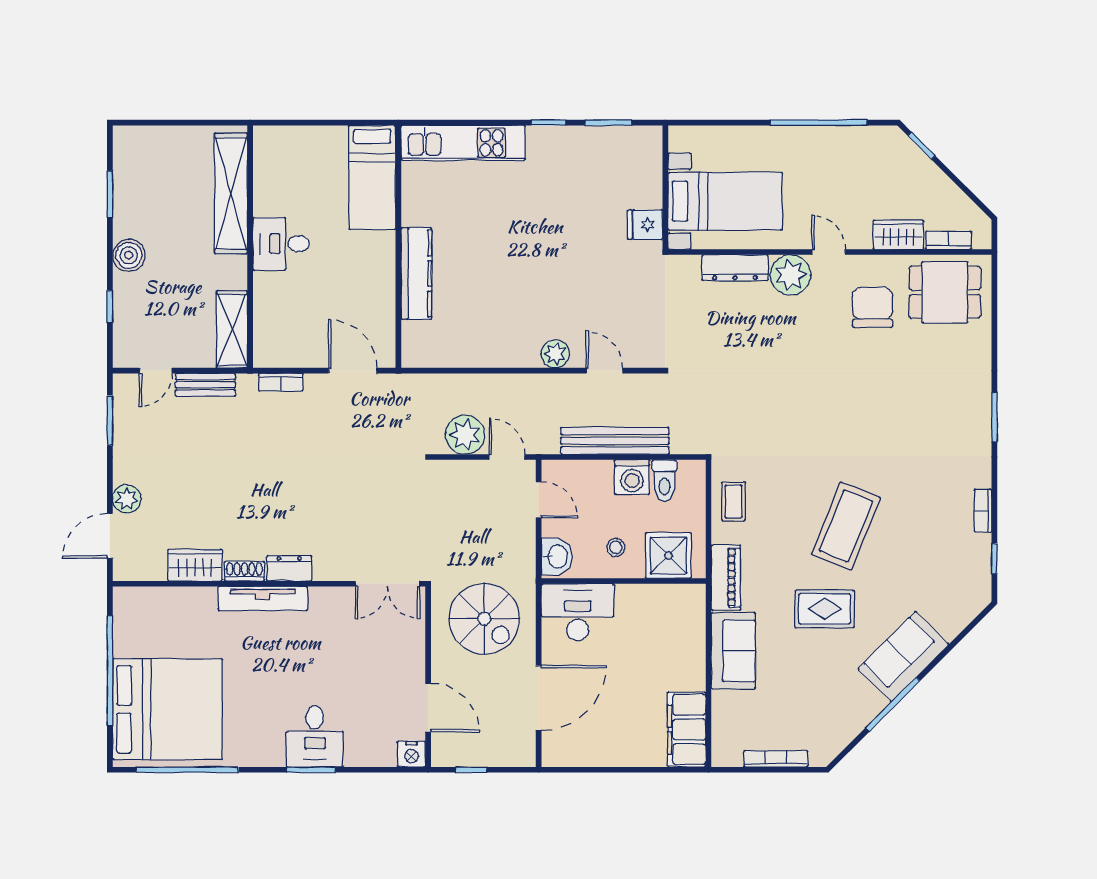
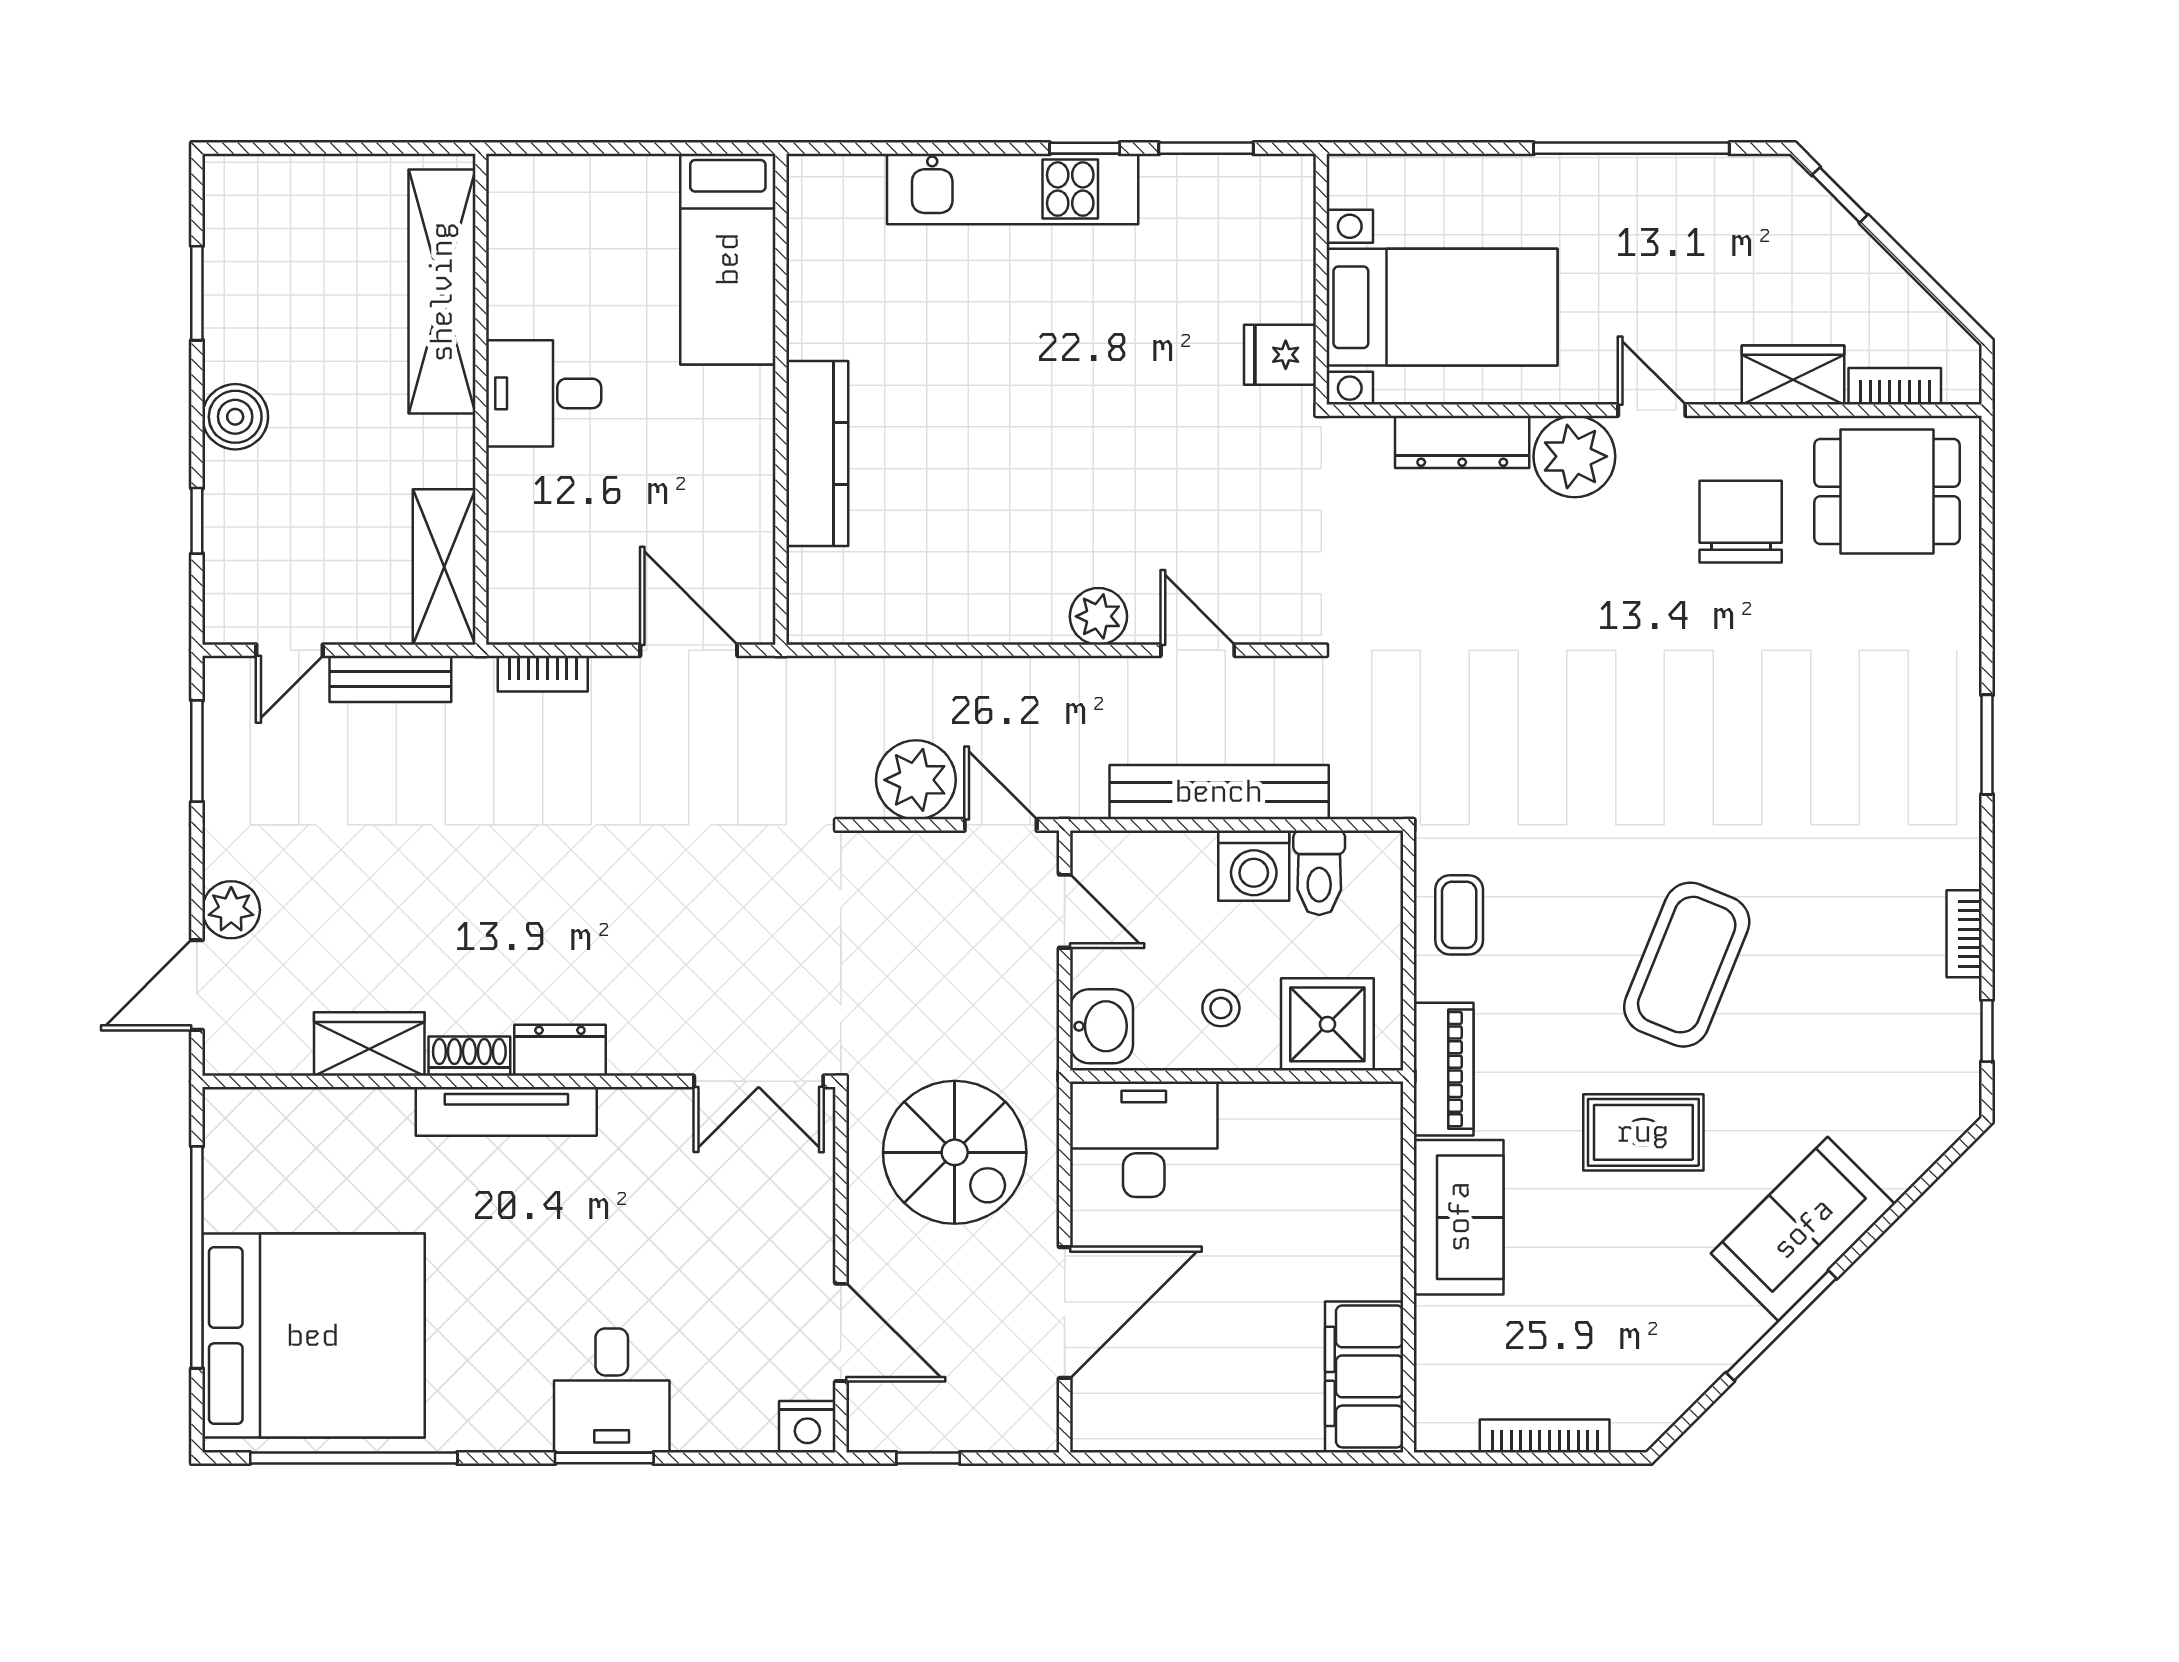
kitchen unit: (463, 143) -> (1013, 189), moved

